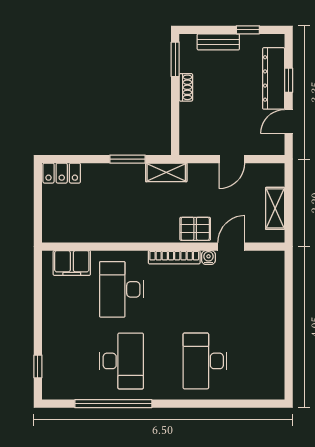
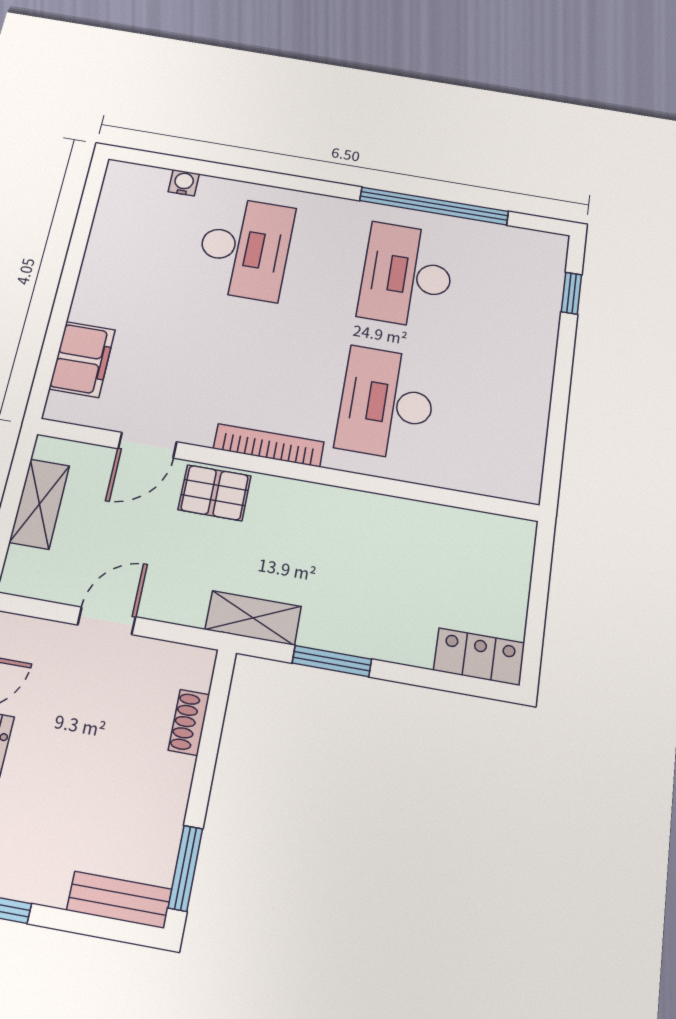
bench: (218, 42) -> (119, 900), moved
shoe rack: (186, 87) -> (189, 722), moved
water cooler: (209, 257) -> (184, 183), moved, turned 180
filing cabinet: (72, 263) -> (82, 359), moved, turned 90
desk: (121, 289) -> (387, 403), turned 180

